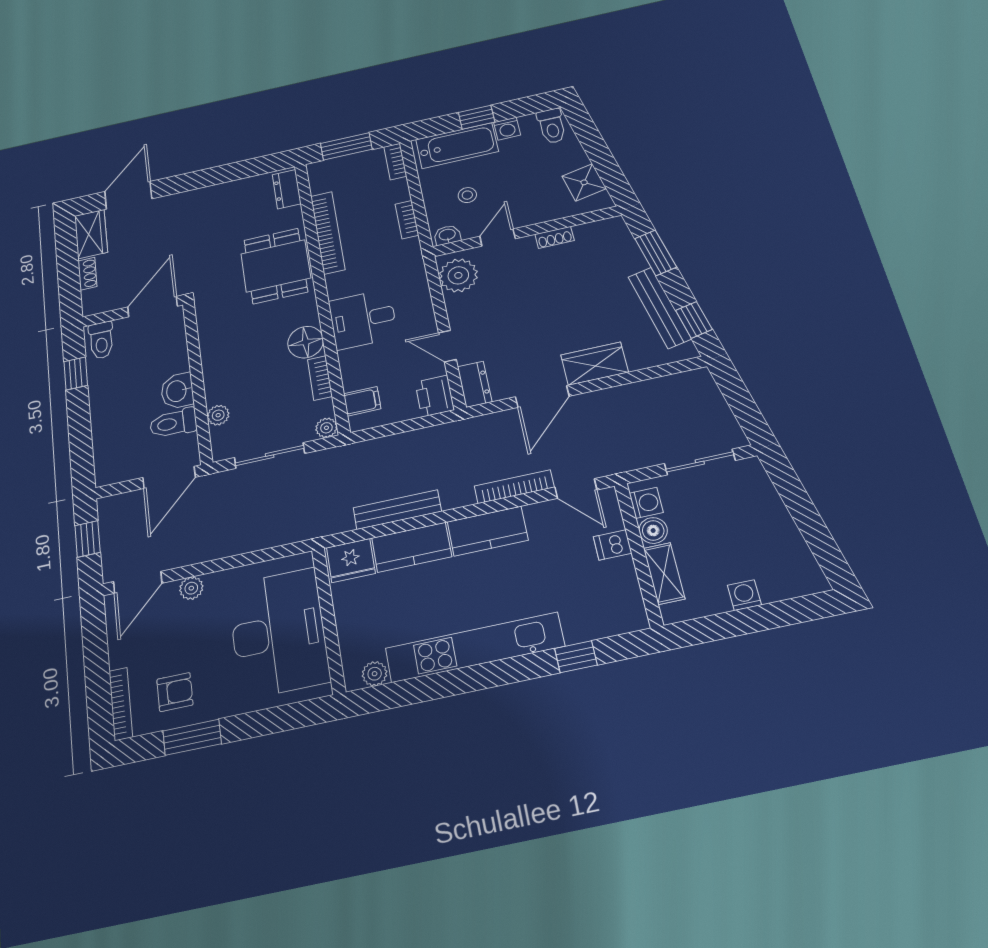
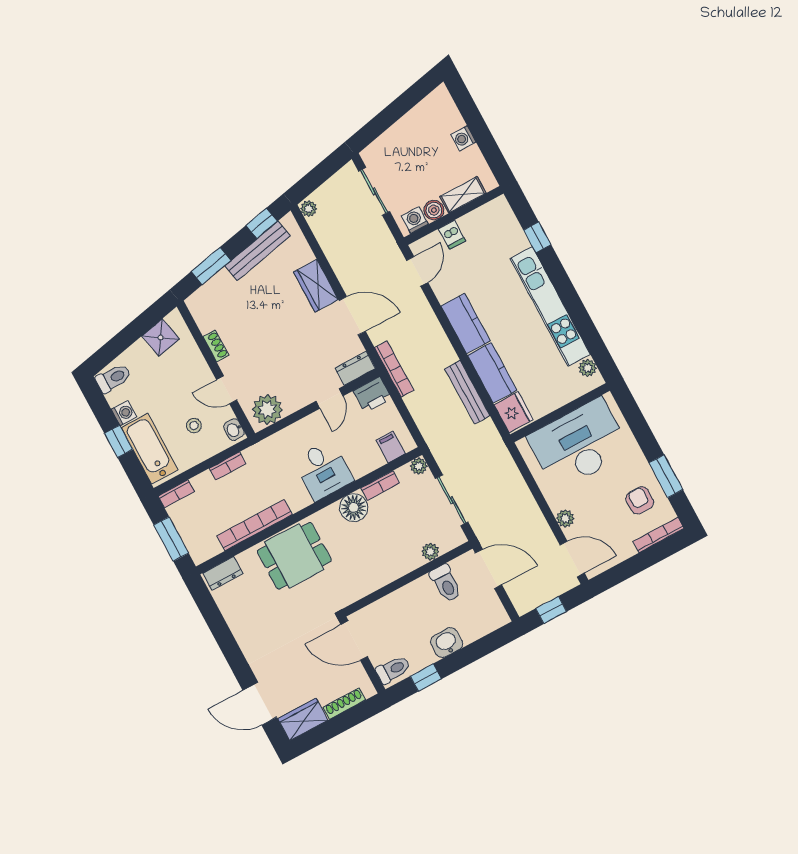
shoe rack: (87, 274) -> (344, 704), width x1.43
plant: (698, 378) -> (309, 209), added
washbasin: (177, 391) -> (447, 643), moved, turned 180
bookcase: (514, 487) -> (394, 369), moved, turned 180

